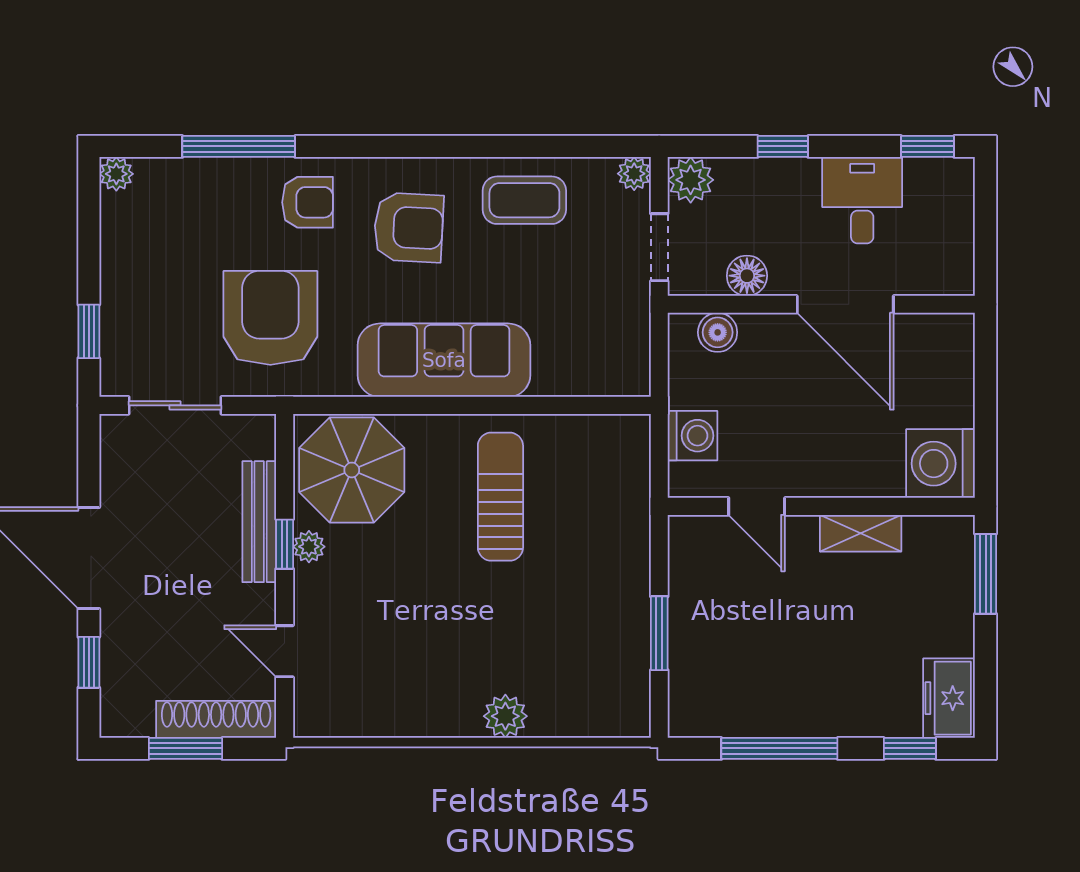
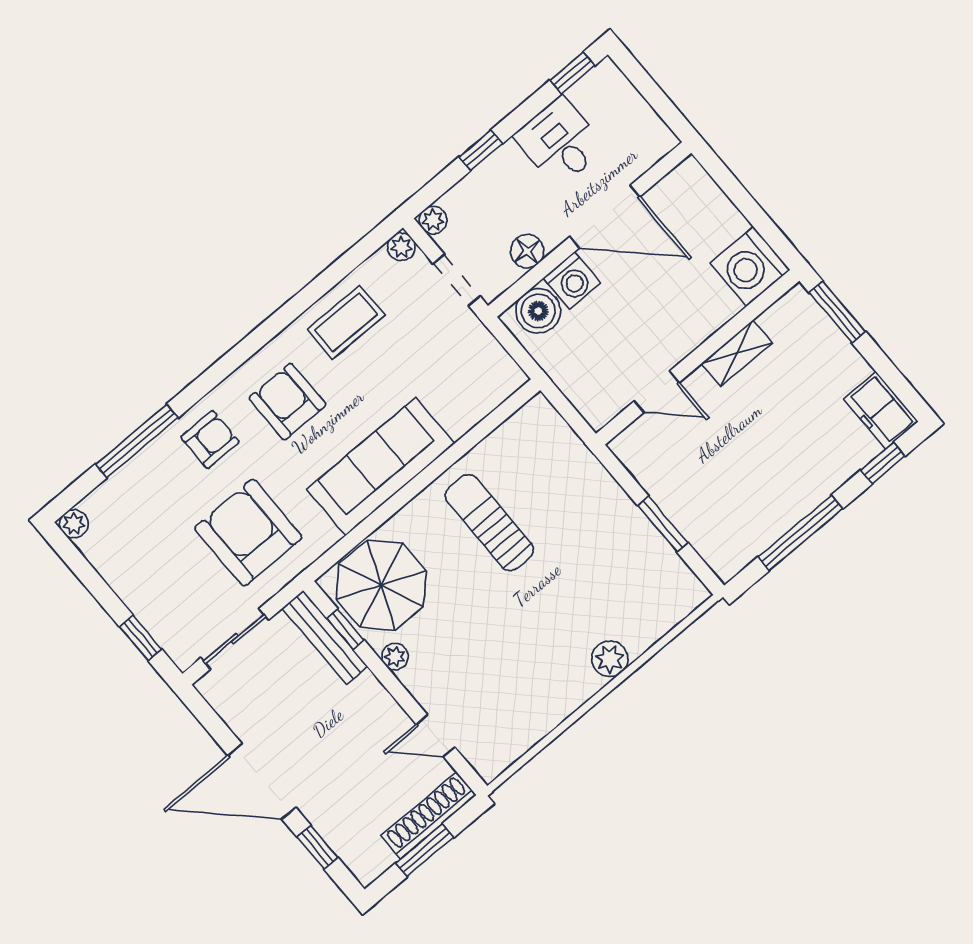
plant: (691, 180) -> (433, 220), width x0.73, depth x0.73
armchair: (409, 228) -> (287, 401), turned -93
boiler: (718, 332) -> (538, 311), width x1.36, depth x1.36
washing machine: (692, 436) -> (572, 280), moved, turned 90
bench: (259, 522) -> (325, 637), moved
window: (285, 544) -> (345, 629), moved

